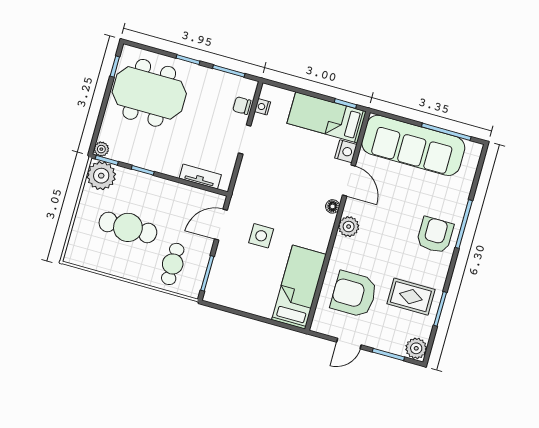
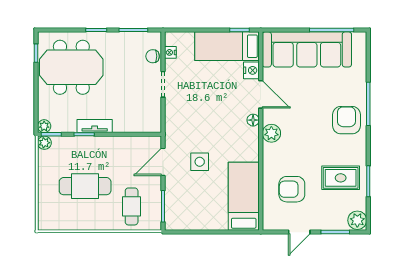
plant: (101, 176) -> (44, 143), width x0.53, depth x0.53
tv unit: (200, 177) -> (95, 126), moved
armchair: (354, 294) -> (292, 189), width x0.73, depth x0.73

